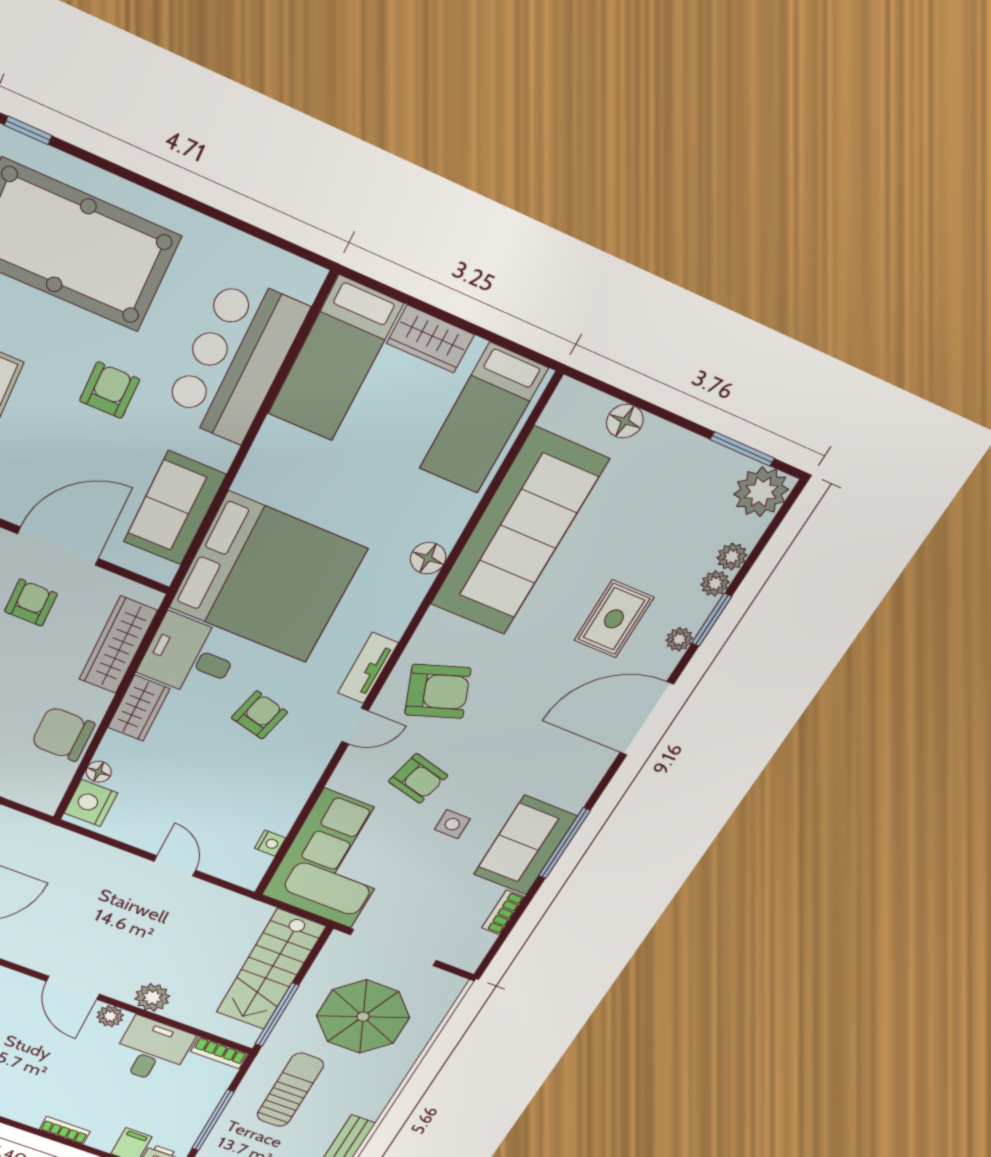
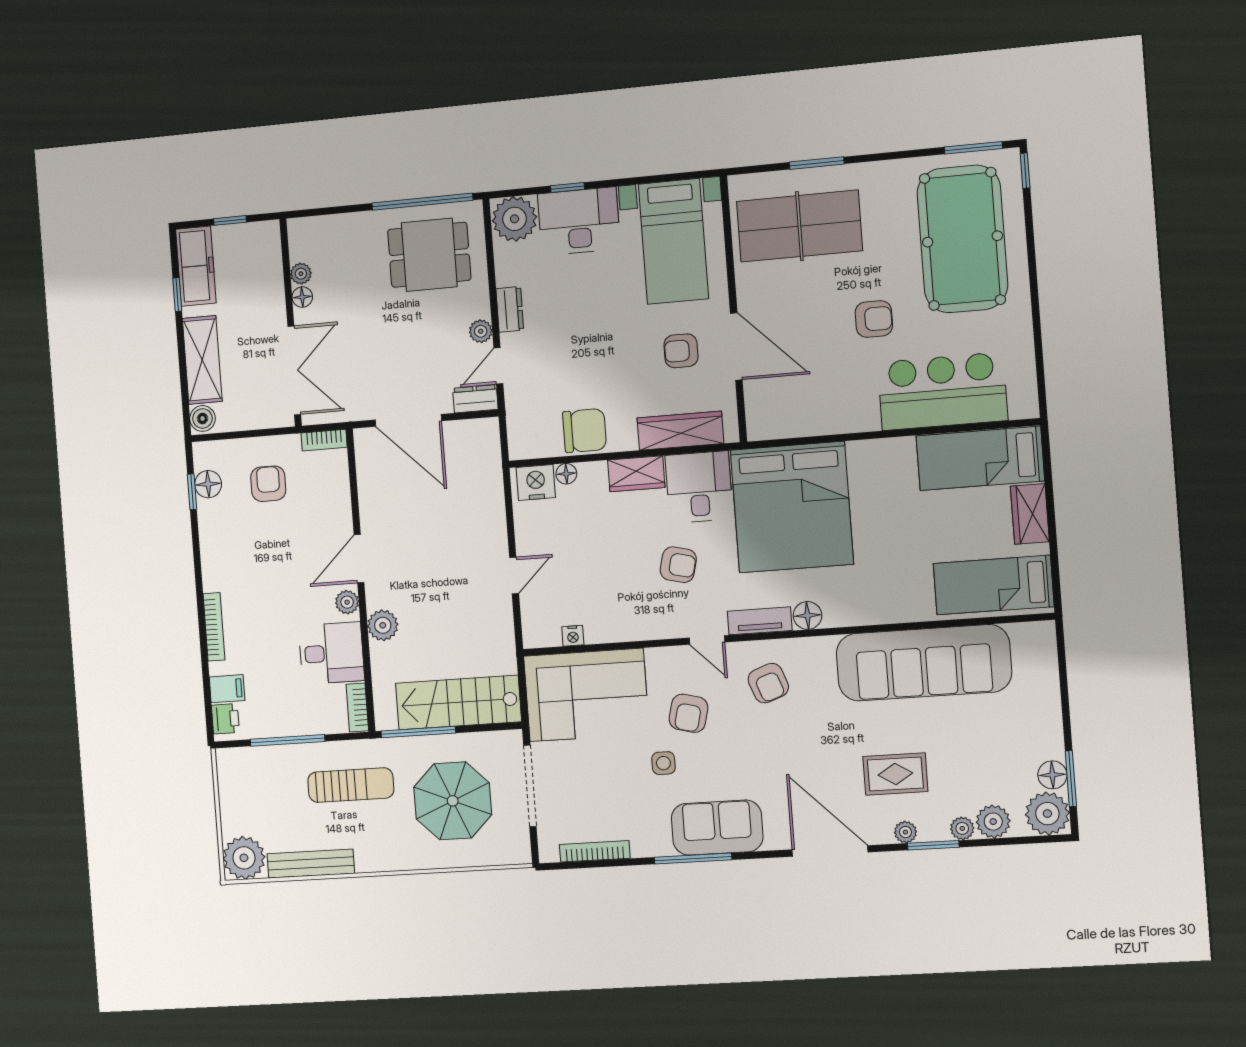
floor lamp: (625, 421) -> (1052, 775), moved
sofa: (175, 508) -> (810, 412), removed
plant: (732, 557) -> (993, 822), width x1.38, depth x1.38
floor lamp: (428, 558) -> (807, 615), moved
armchair: (31, 603) -> (681, 351), turned 180
armchair: (438, 691) -> (768, 683), width x0.72, depth x0.72
chair: (63, 734) -> (584, 431), turned 90
sofa: (525, 845) -> (717, 828), moved
bookcase: (503, 912) -> (595, 851), width x1.56
bookcase: (65, 1130) -> (214, 627), width x1.56

